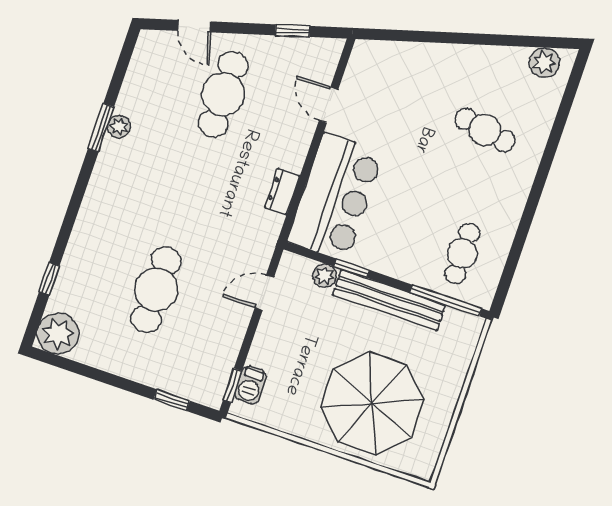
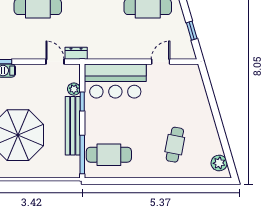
dresser: (282, 192) -> (76, 53), moved
cafe table: (462, 253) -> (109, 155), width x1.37, depth x1.35

